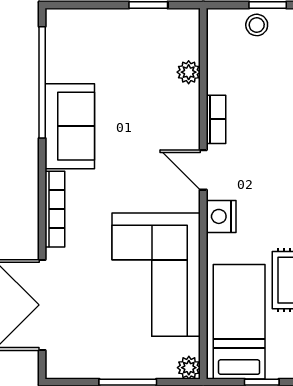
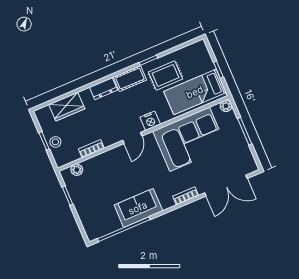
plant: (189, 72) -> (77, 170), moved
bookcase: (216, 119) -> (91, 149), moved
bookcase: (55, 209) -> (186, 196), width x0.64

